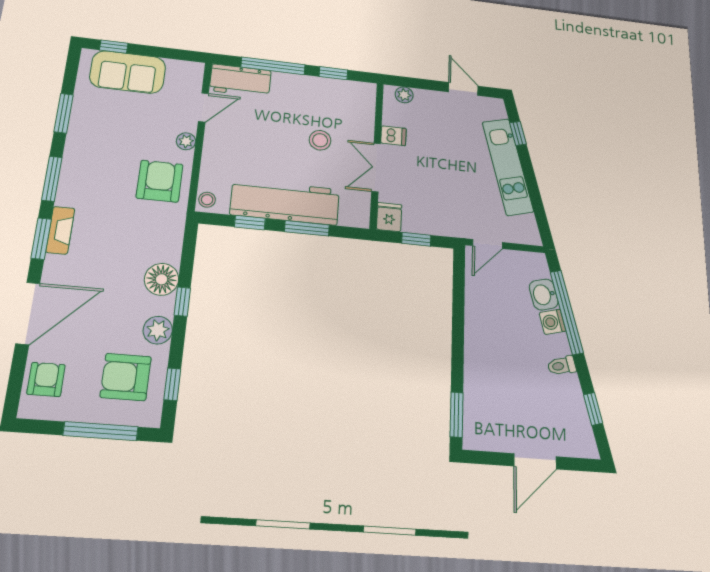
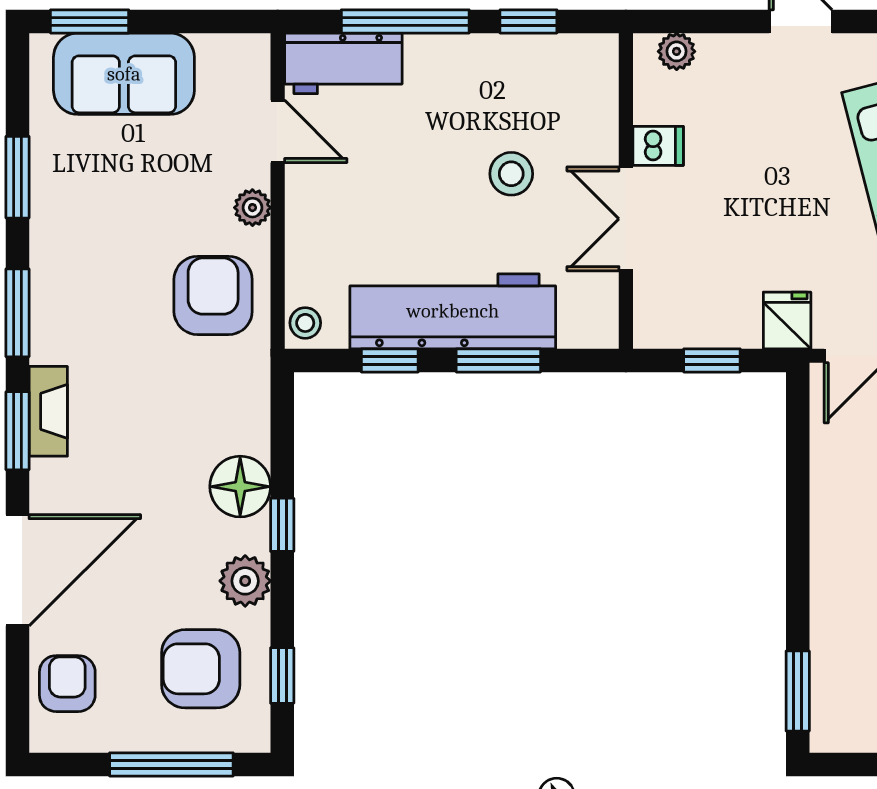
window: (114, 47) -> (90, 21), width x1.50
door: (203, 107) -> (278, 131), hinge flipped
fridge: (389, 217) -> (787, 320), moved

